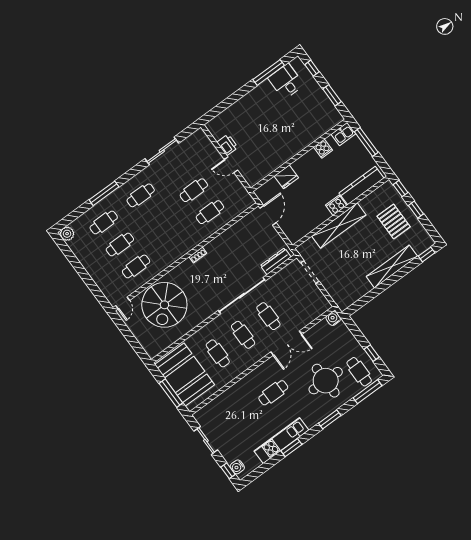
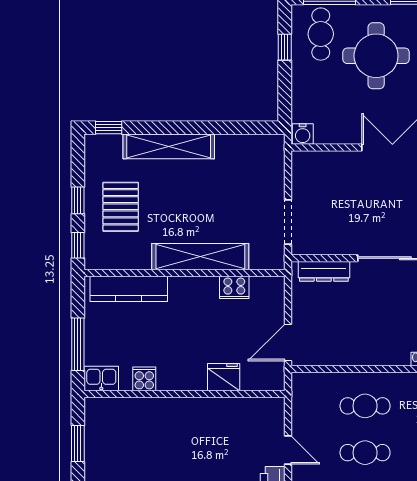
cooker: (336, 205) -> (234, 287), moved
cafe table: (268, 316) -> (390, 203), removed

